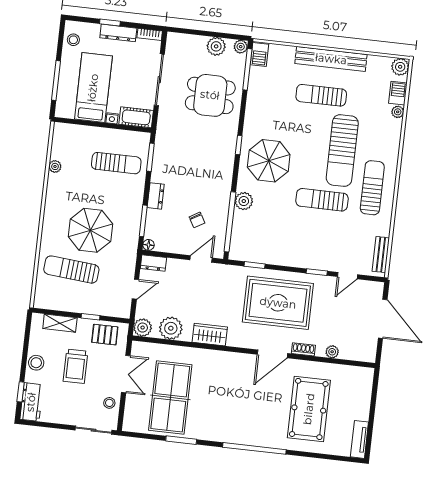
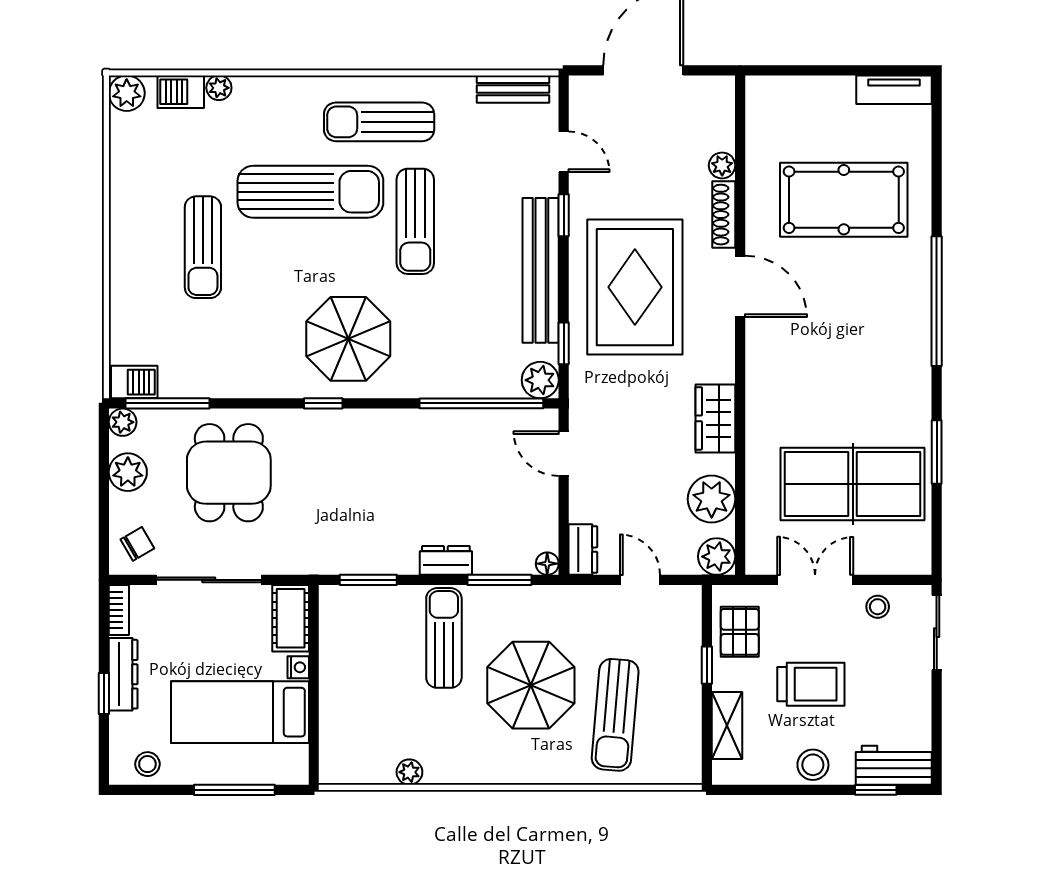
bench: (331, 59) -> (541, 270), moved
sun lounger: (116, 163) -> (444, 638), moved
plant: (244, 201) -> (540, 380), moved
chair: (197, 220) -> (137, 544), moved
shoe rack: (303, 349) -> (724, 215), width x1.43

